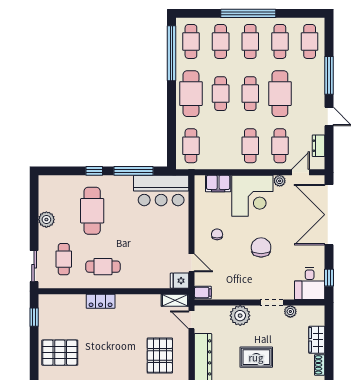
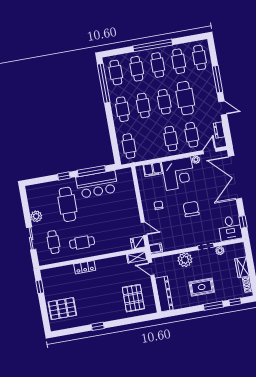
cafe table: (191, 94) -> (122, 109), width x0.73, depth x0.74
bar counter: (161, 191) -> (97, 184), moved
sliding door: (34, 266) -> (31, 239), moved

